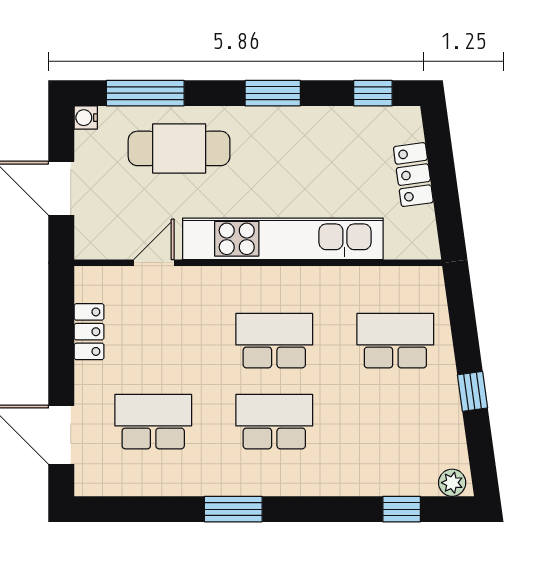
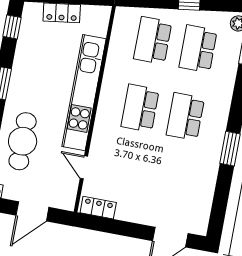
locker: (89, 332) -> (98, 208), moved
school desk: (153, 422) -> (198, 49), moved

